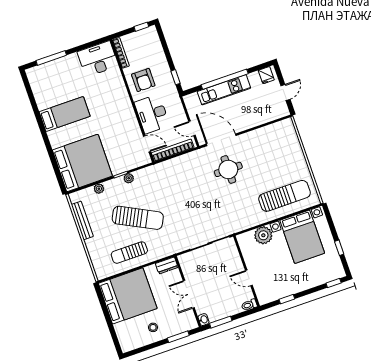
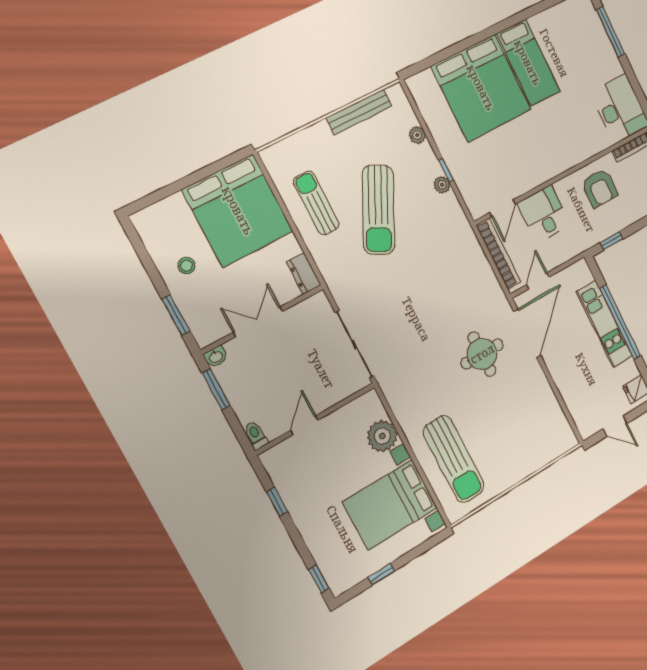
armchair: (143, 80) -> (600, 188), turned -90
desk: (152, 114) -> (544, 214), width x0.73
bed: (82, 163) -> (481, 88), moved

